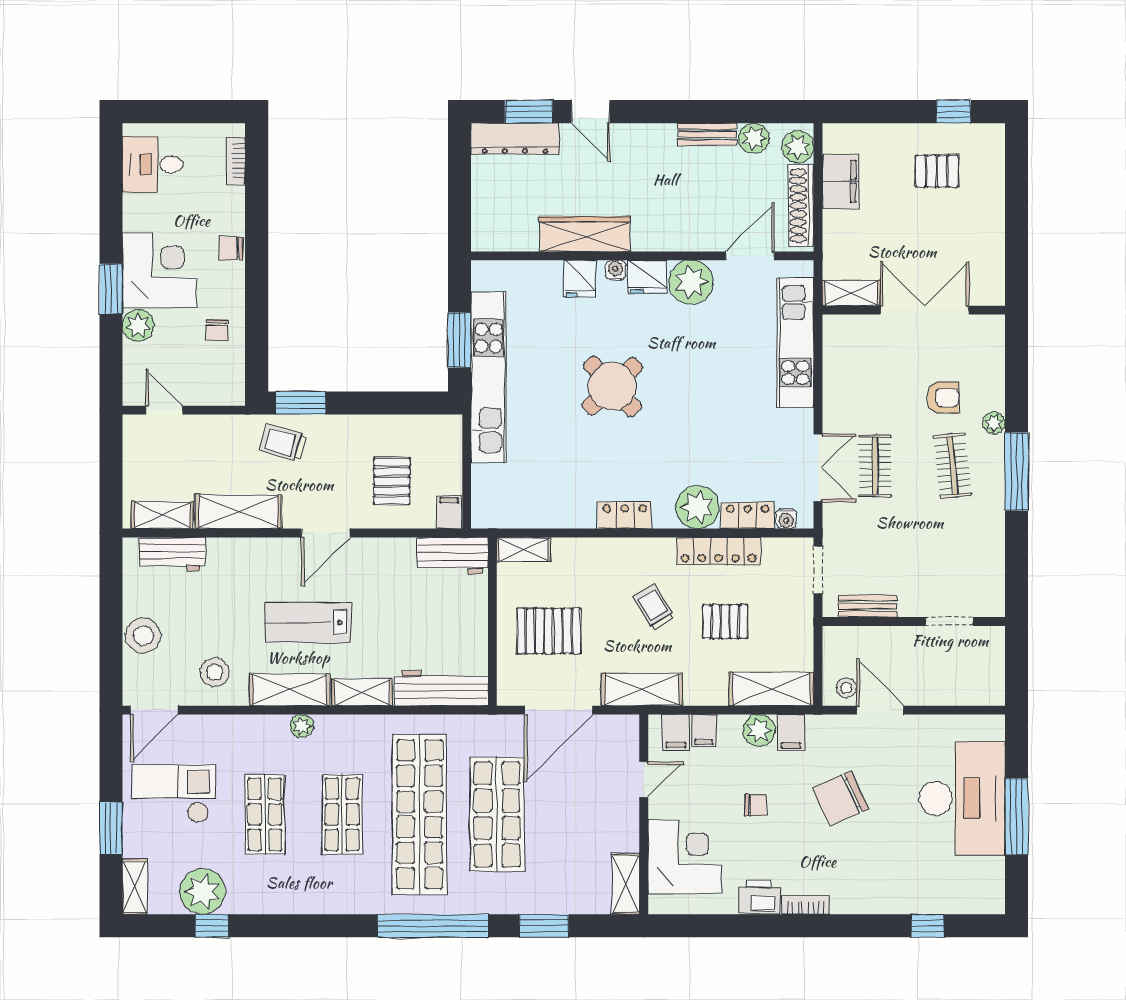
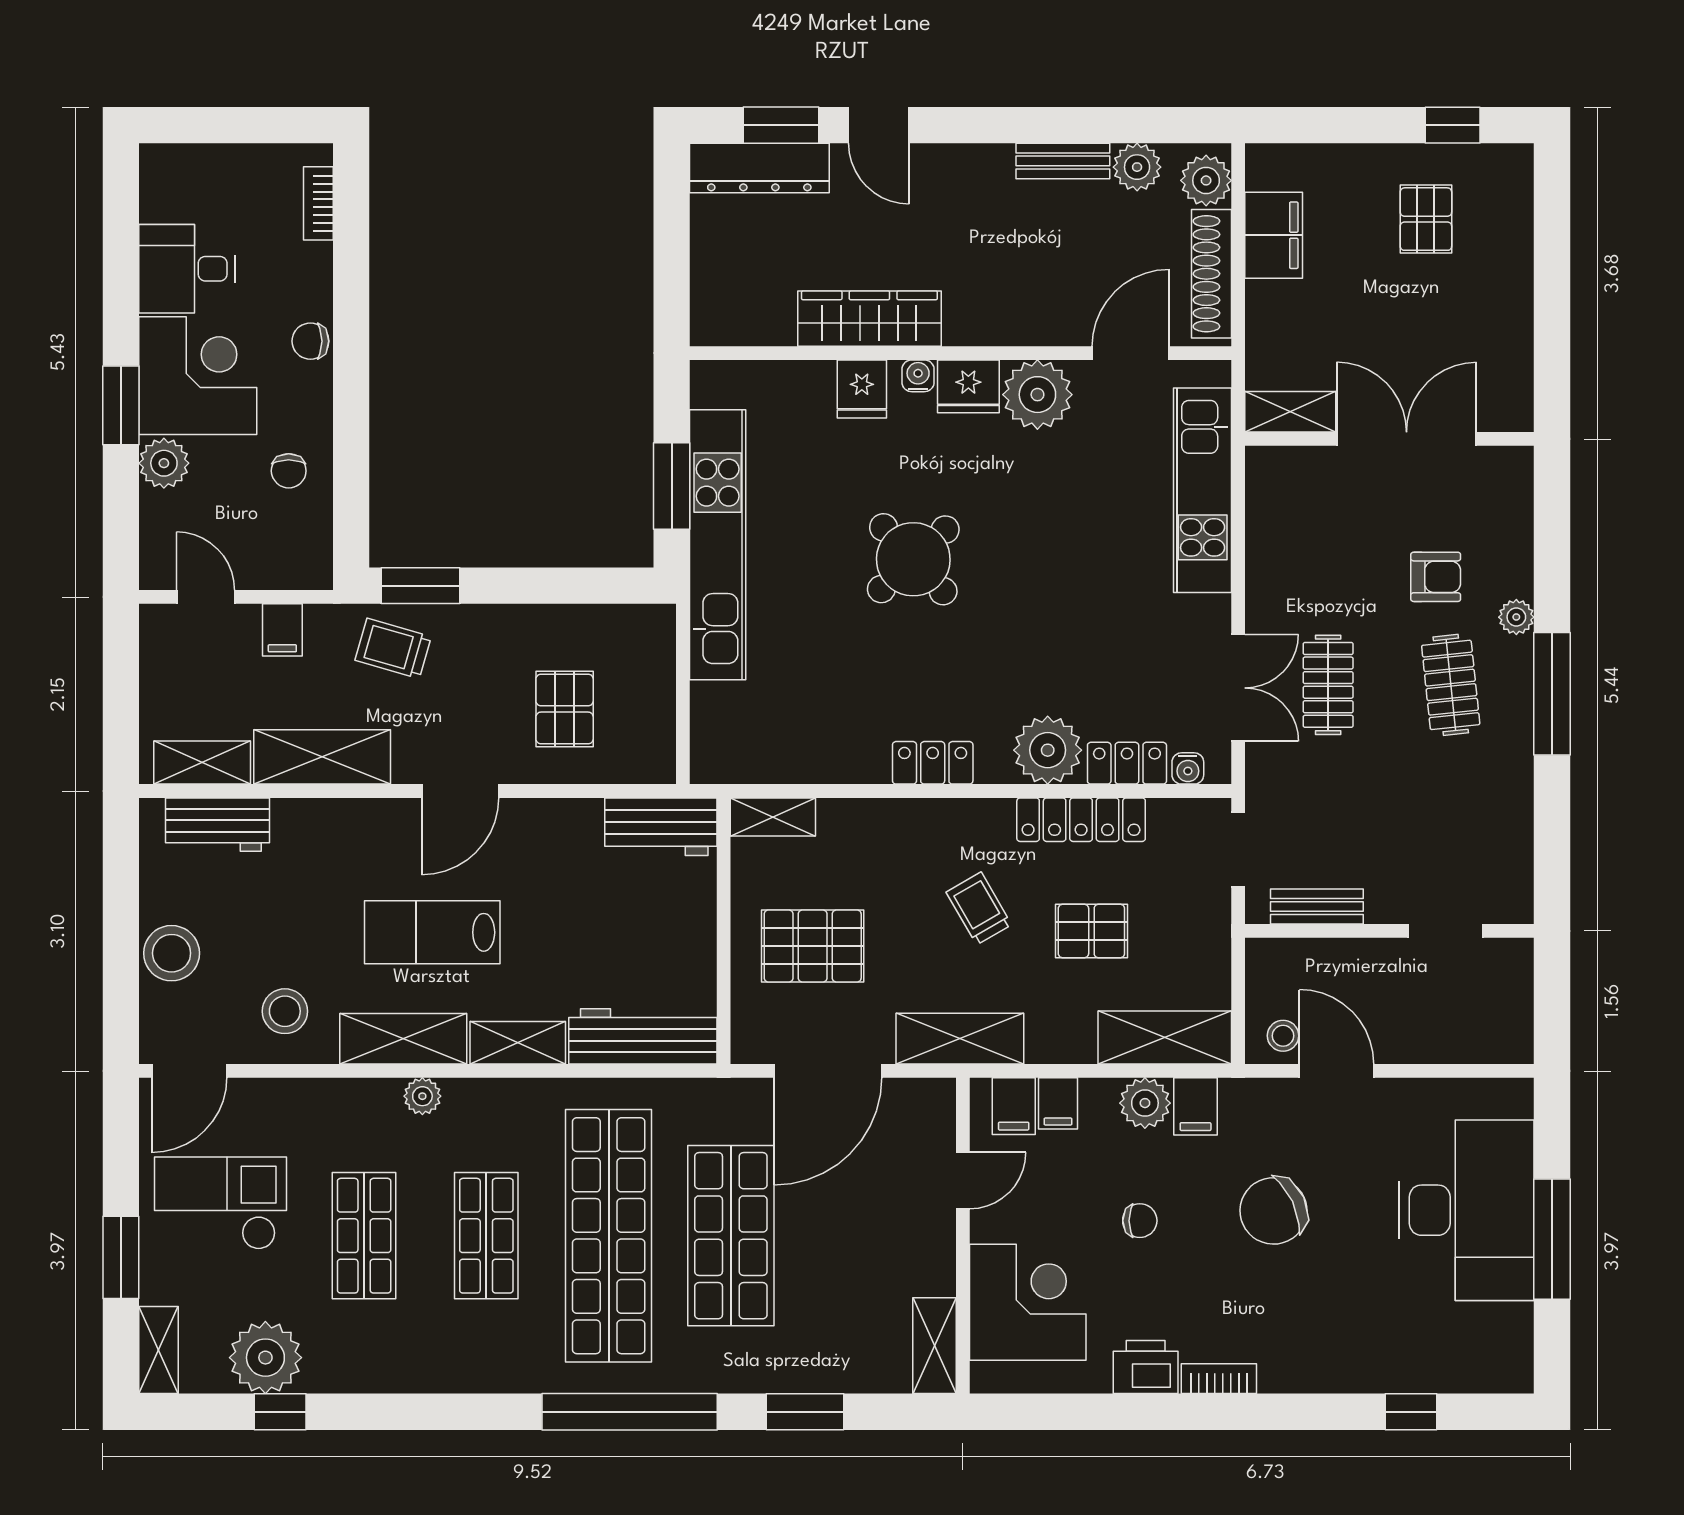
desk: (153, 164) -> (187, 269), moved
pallet: (937, 171) -> (1426, 219), turned 90
filing cabinet: (449, 512) -> (282, 630), moved, turned 180

